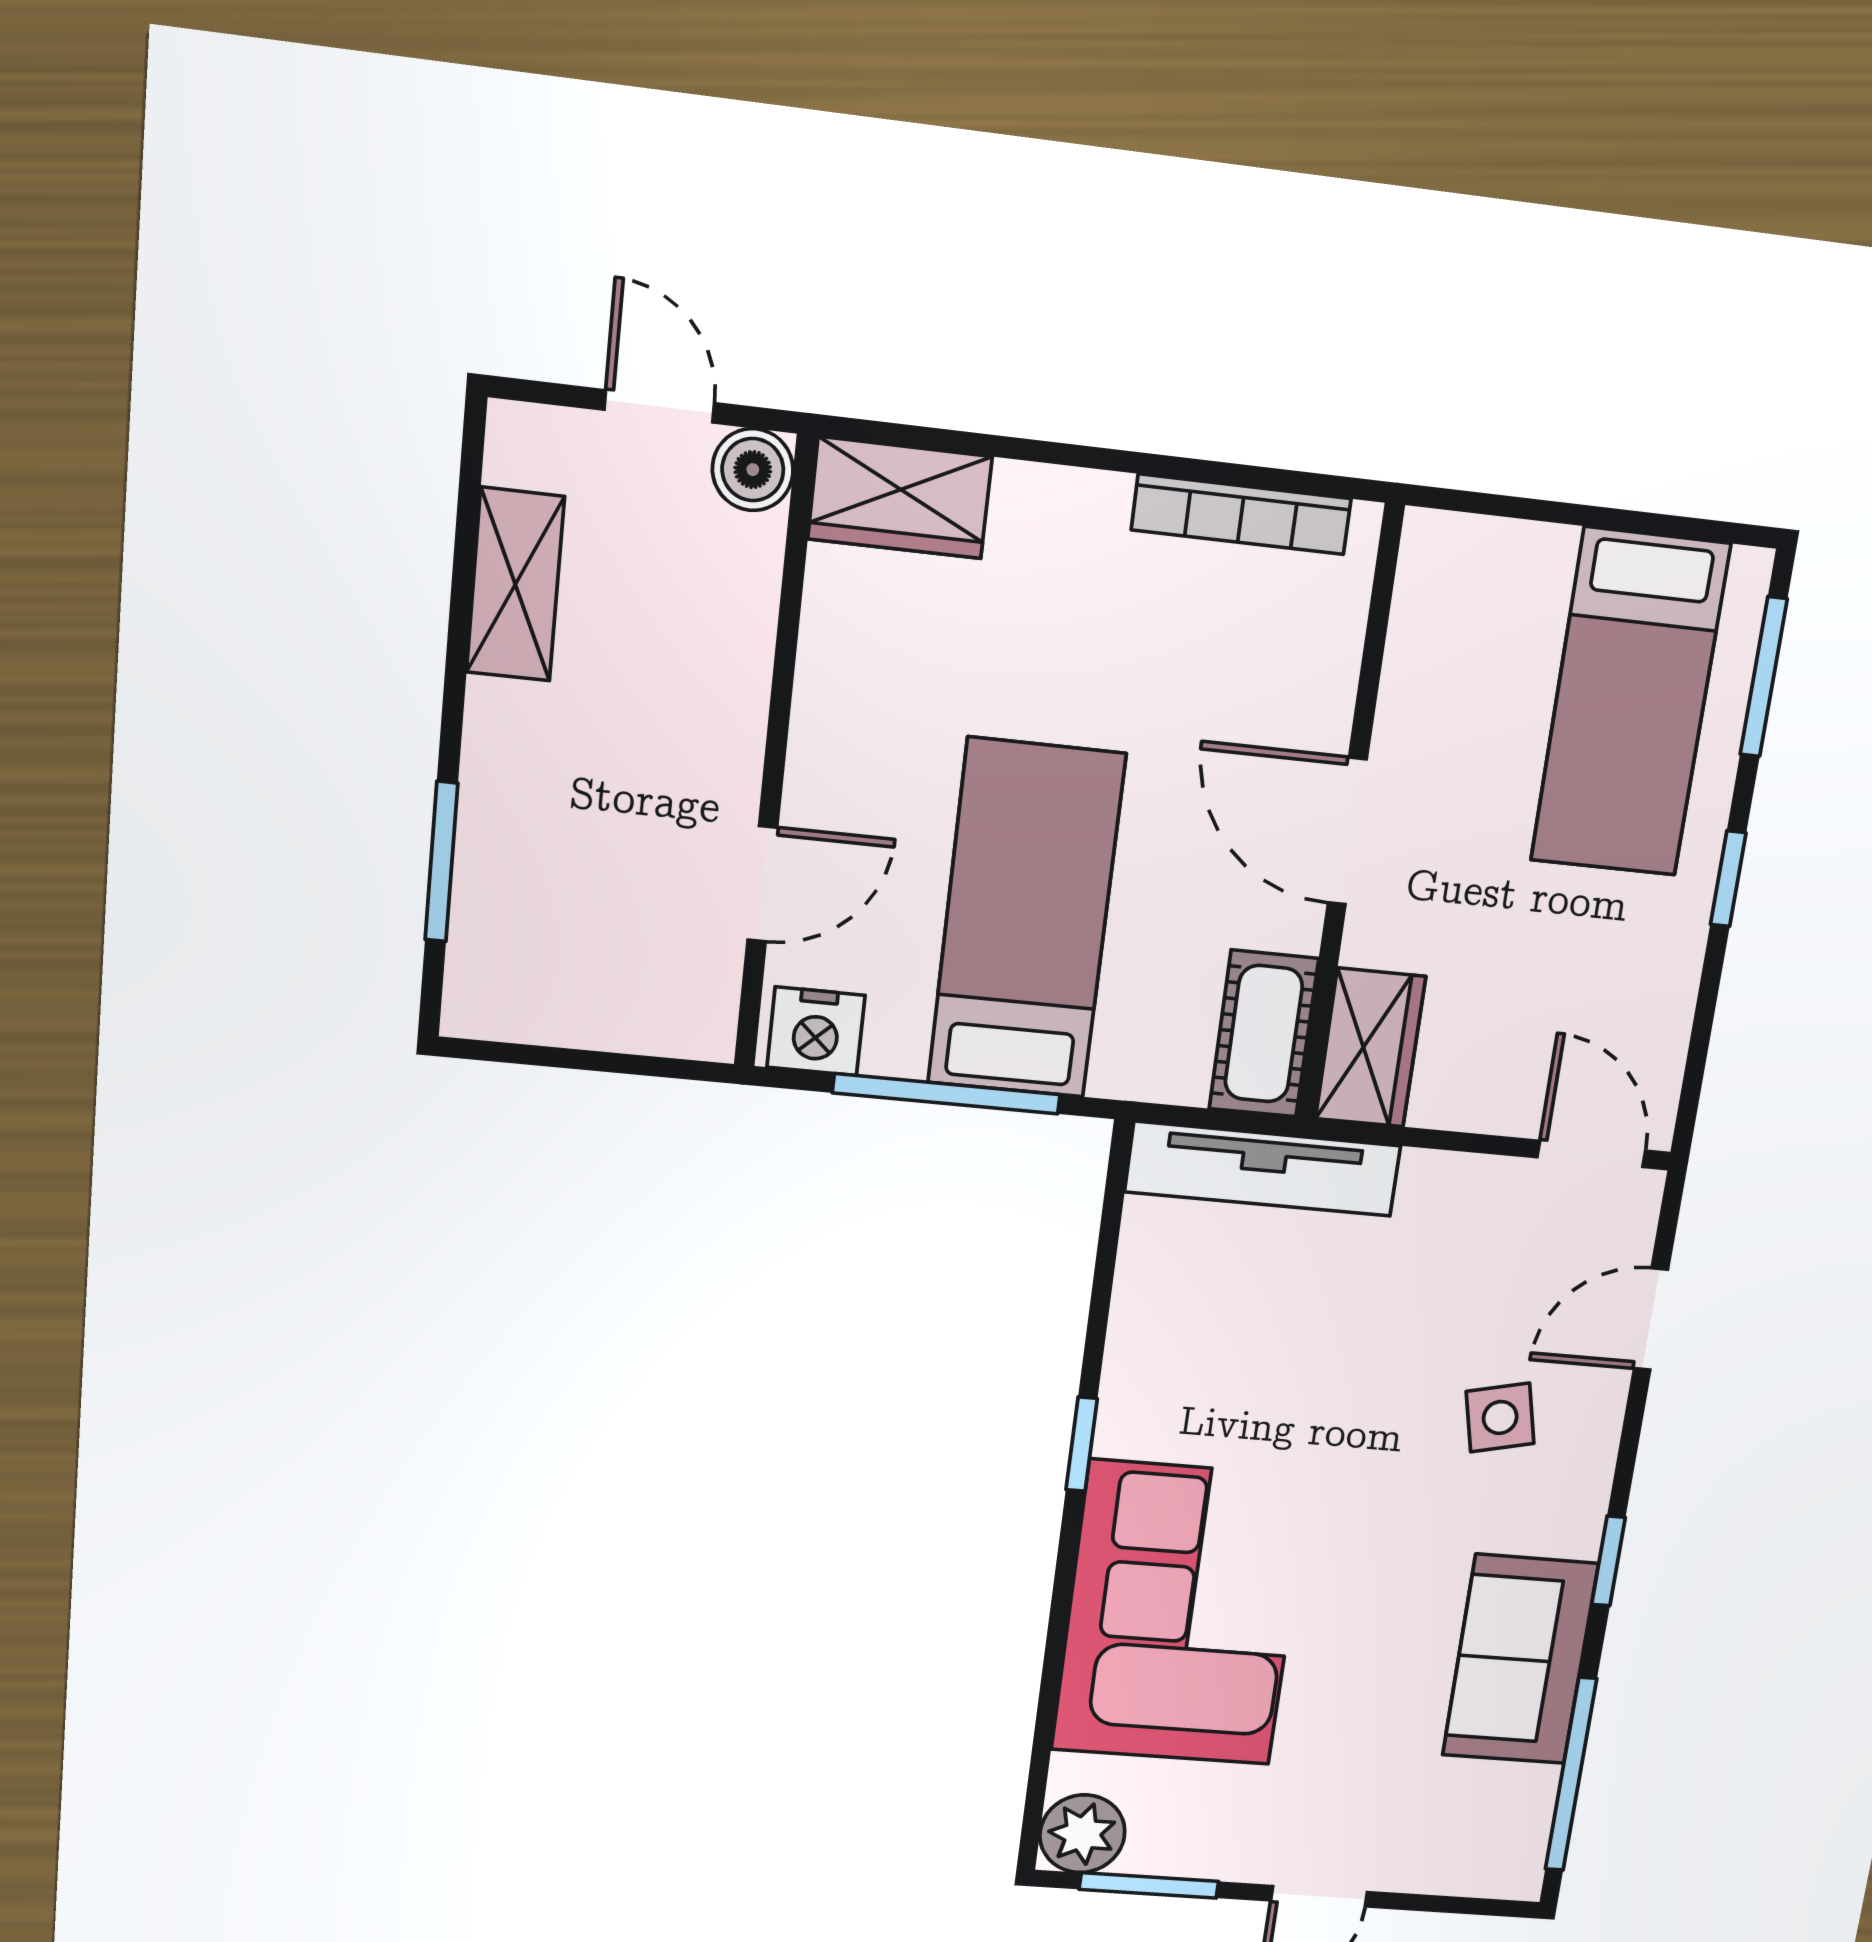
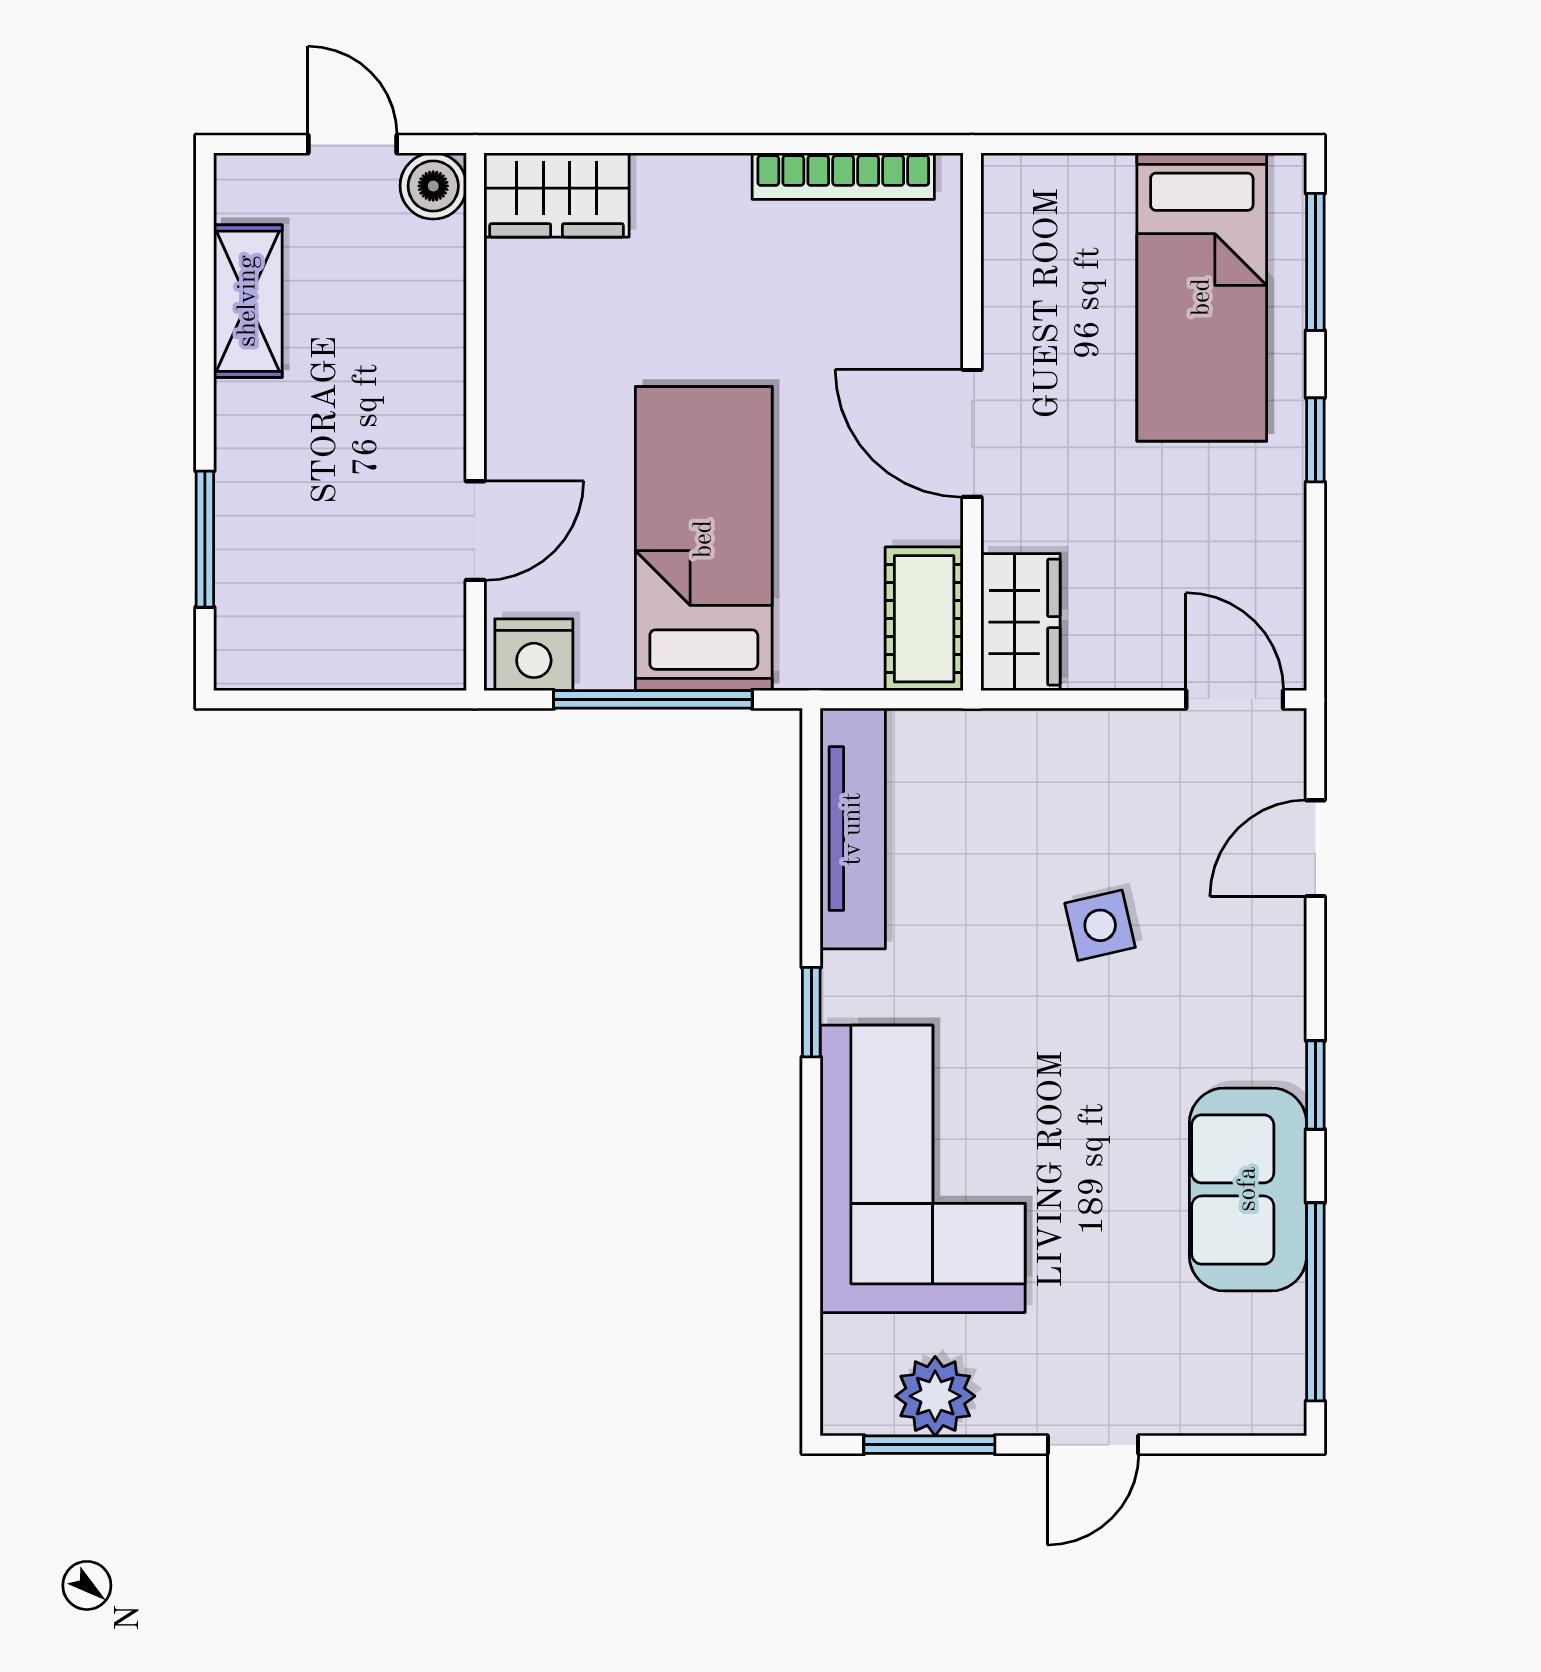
tv unit: (1263, 1169) -> (853, 829), moved, turned -90
side table: (1500, 1417) -> (1100, 925), moved
plant: (1082, 1834) -> (935, 1396), moved

